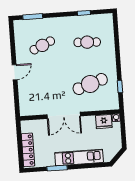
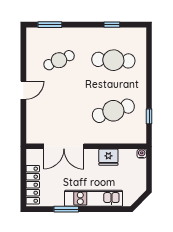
cafe table: (87, 42) -> (113, 60), width x1.37, depth x1.35
double door: (64, 115) -> (64, 146), moved
fridge: (104, 122) -> (108, 157), moved

